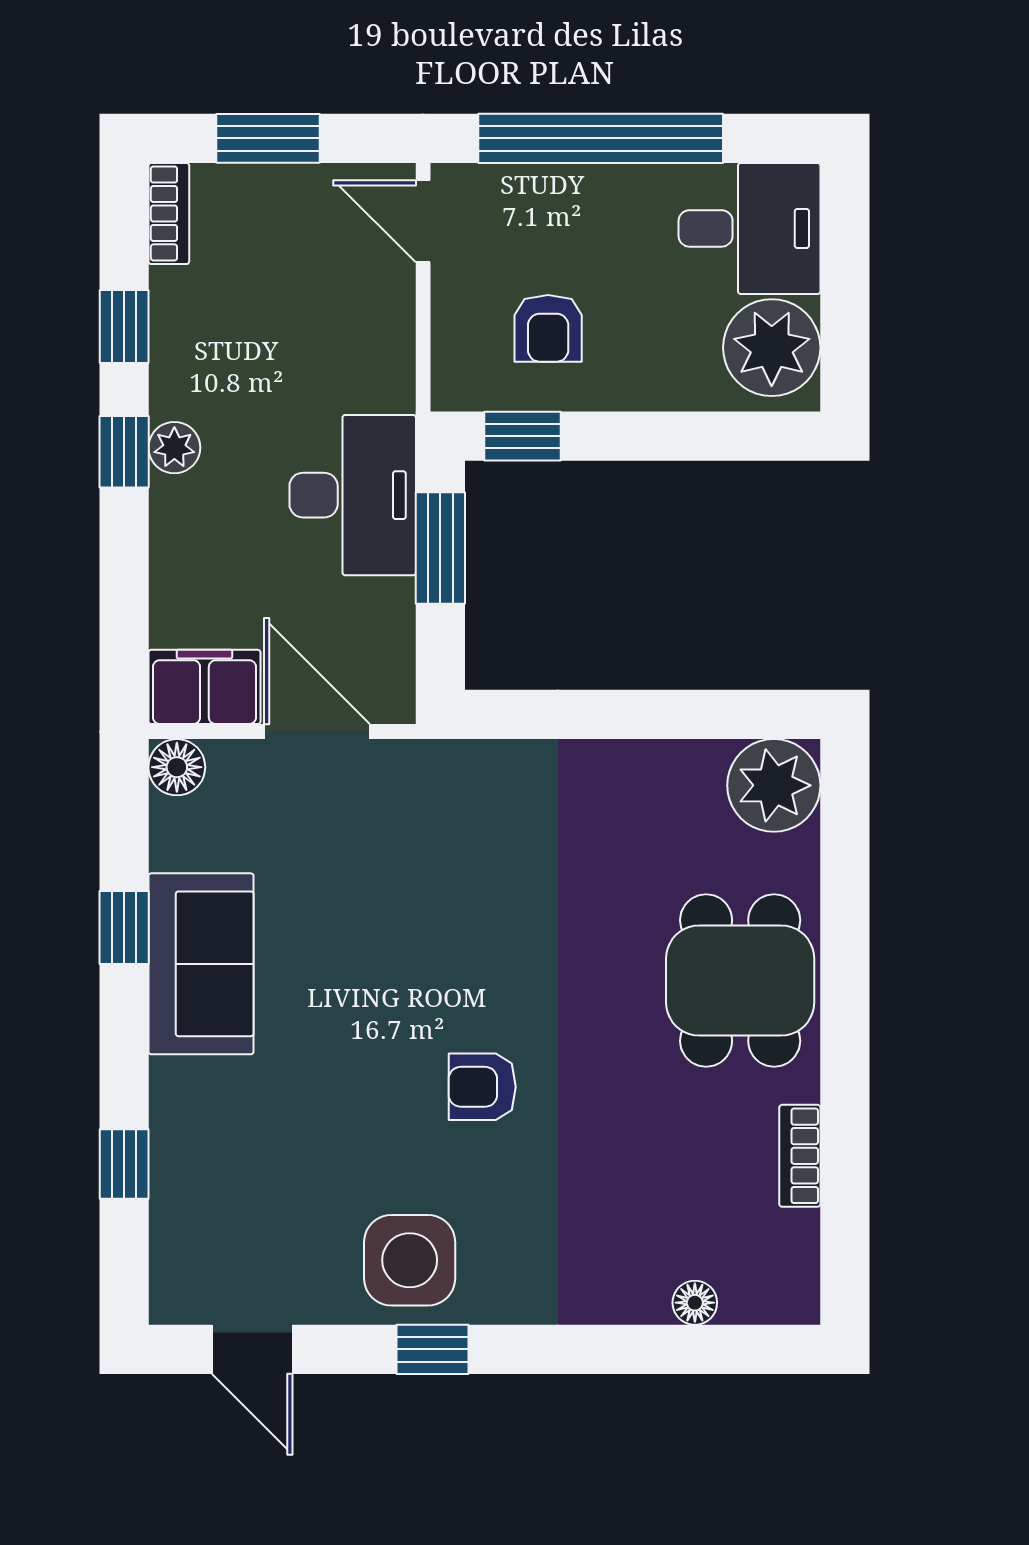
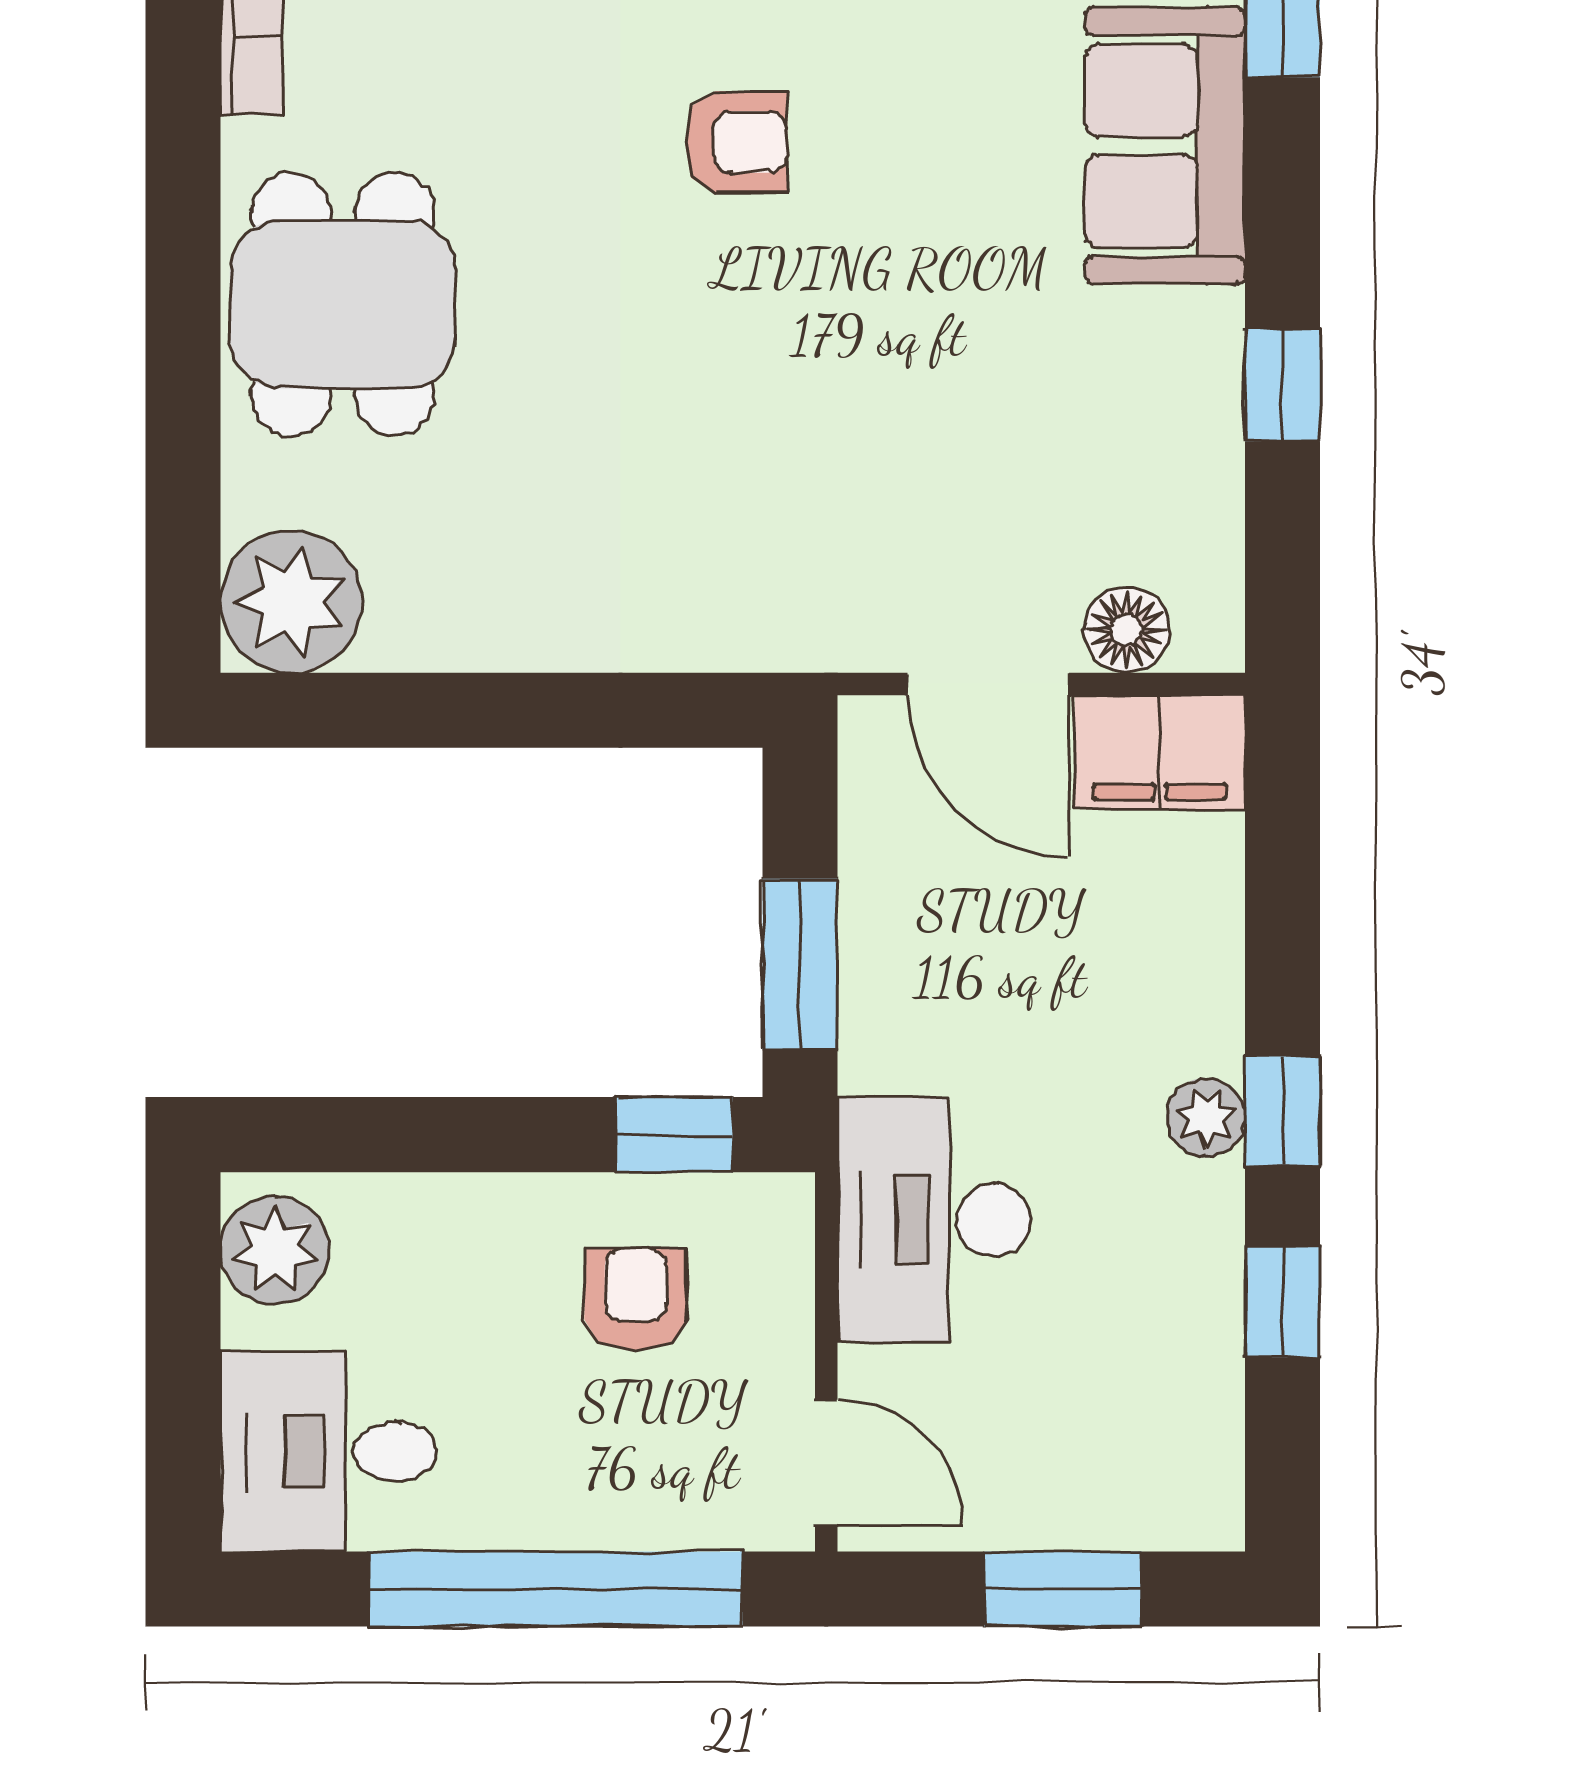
bookcase: (169, 213) -> (1214, 1474), removed
plant: (772, 348) -> (275, 1250), width x0.73, depth x0.73
desk: (353, 495) -> (934, 1220), moved
floor lamp: (177, 767) -> (1126, 630), moved
sofa: (201, 964) -> (1165, 146), moved

